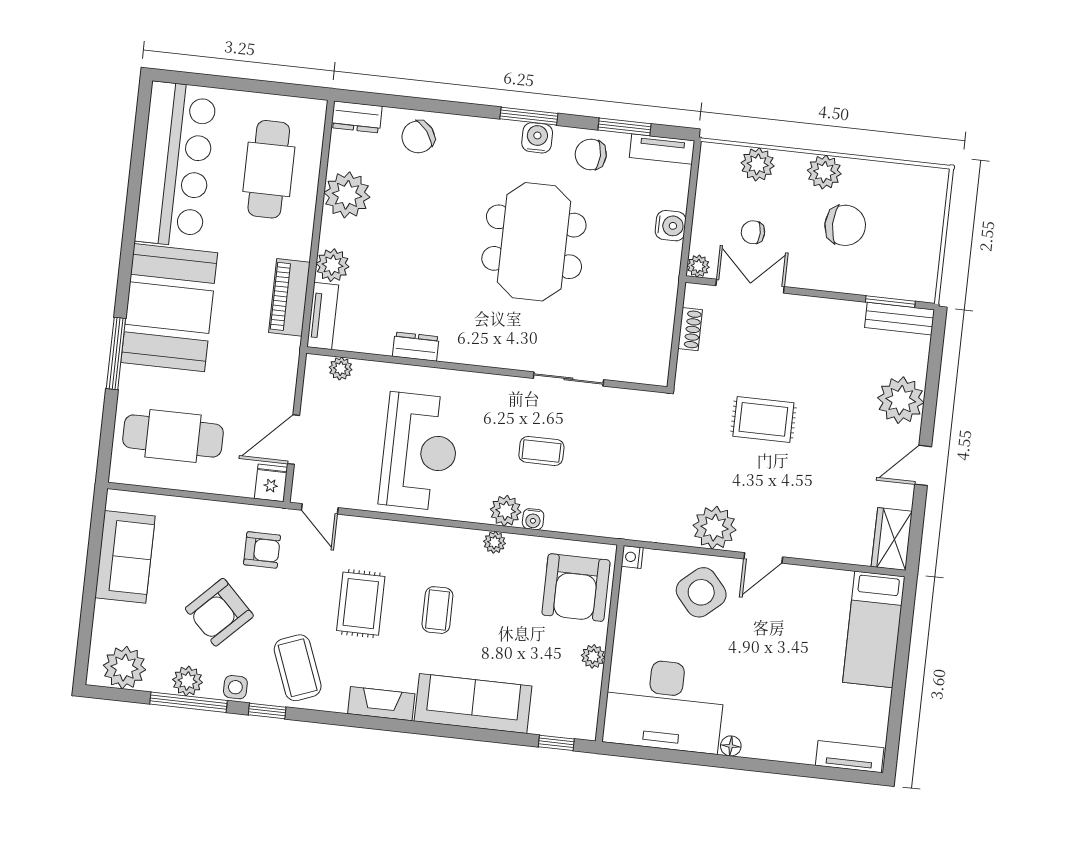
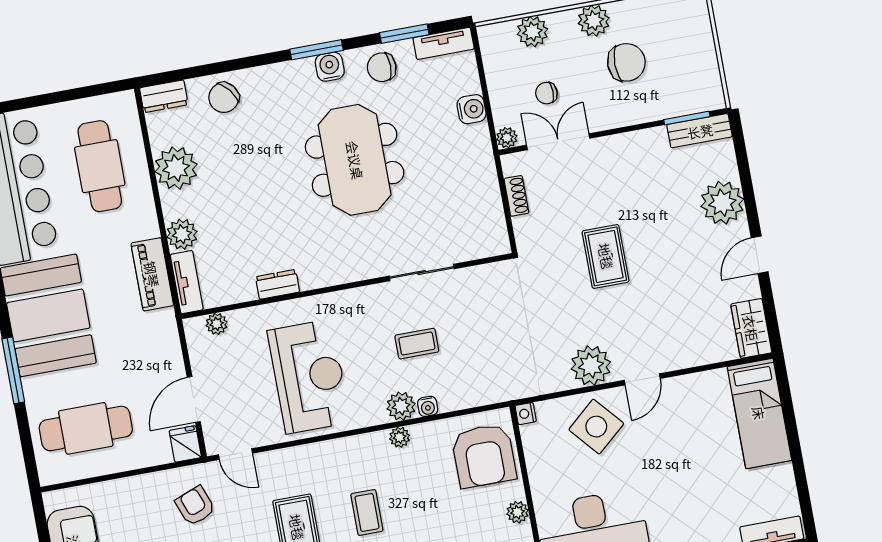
rug: (763, 419) -> (606, 256), turned 90
armchair: (262, 550) -> (195, 506), turned -111

